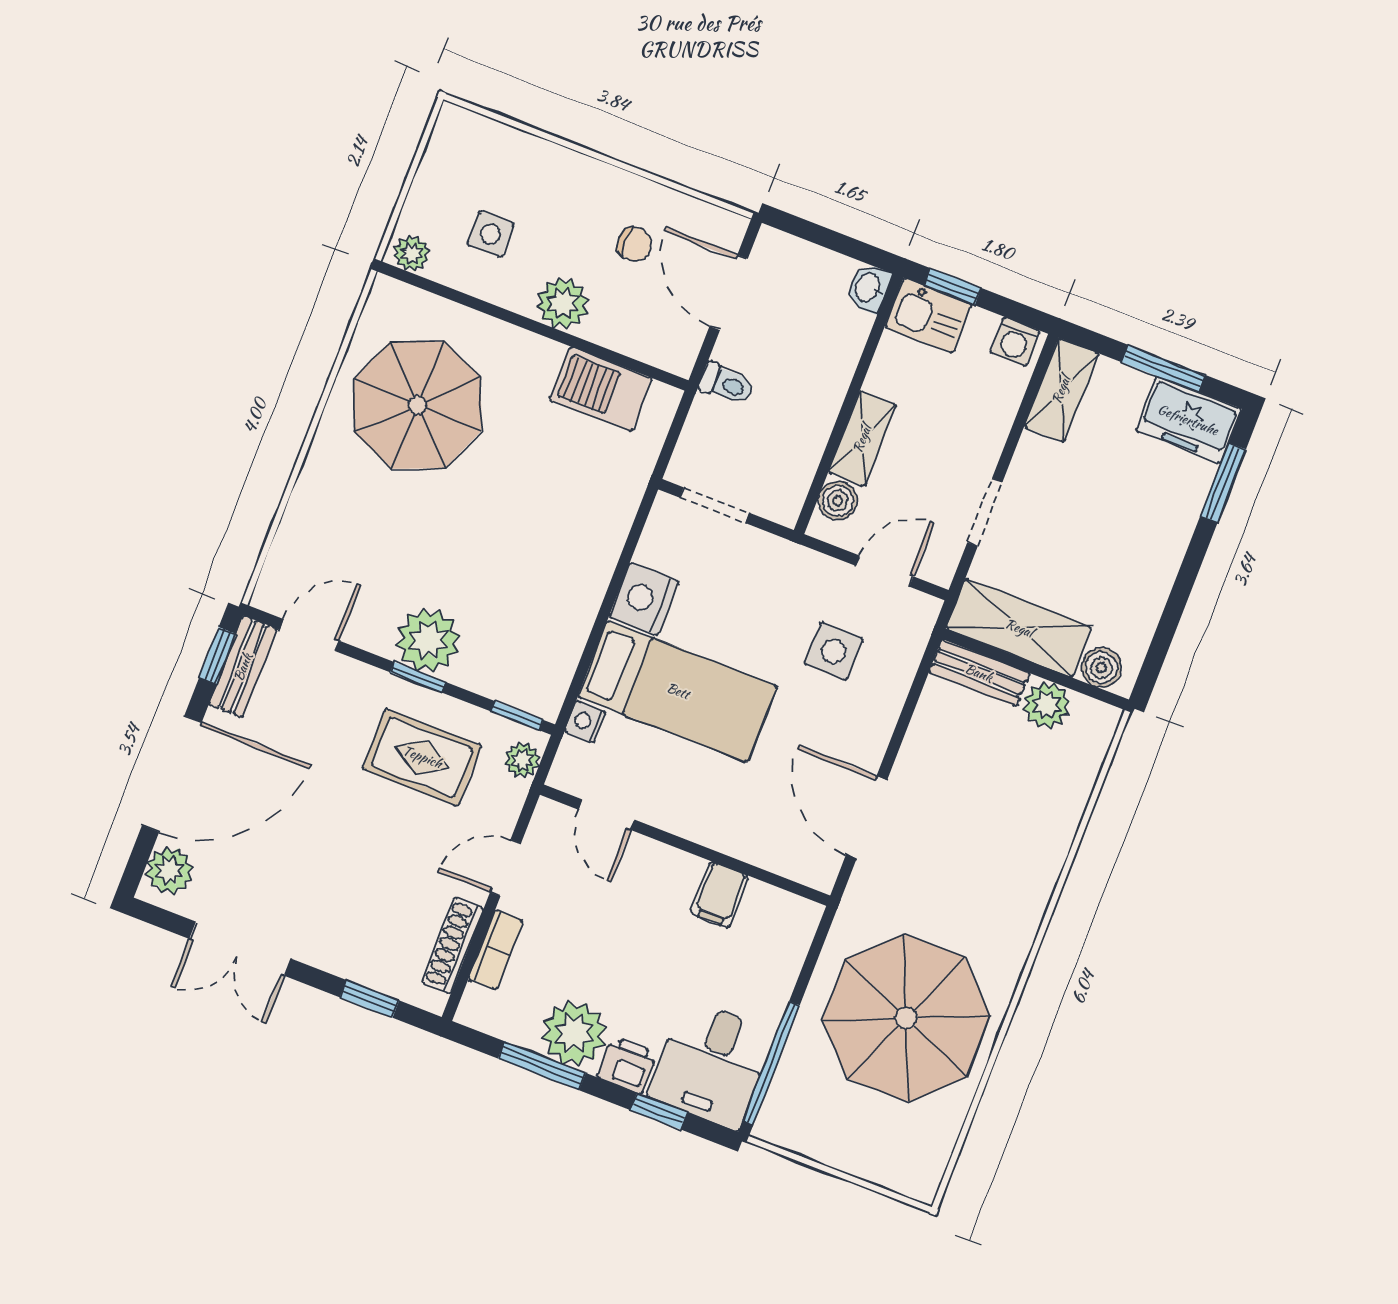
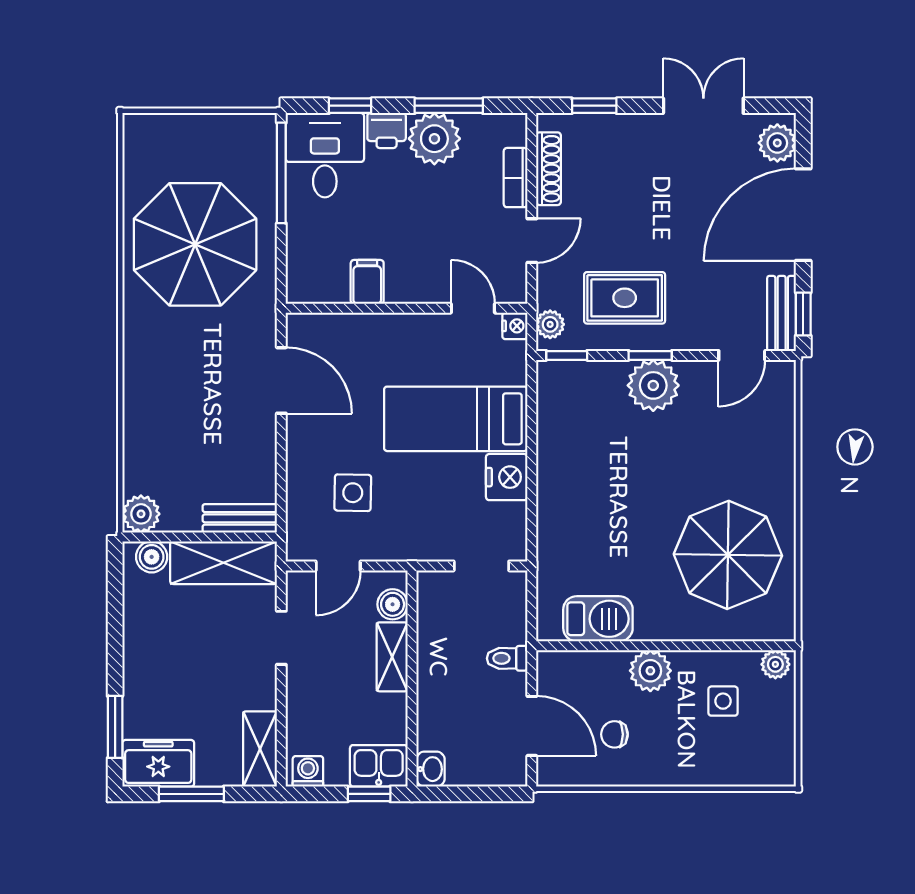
plant: (1047, 705) -> (141, 514), moved
nightstand: (585, 722) -> (515, 326), moved

